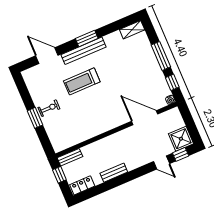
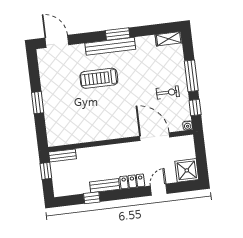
door: (47, 56) -> (57, 41), moved
exercise bike: (49, 108) -> (168, 92), moved
window: (181, 154) -> (92, 198), moved
door: (162, 163) -> (159, 190), swing flipped
locker: (82, 185) -> (132, 181), moved

